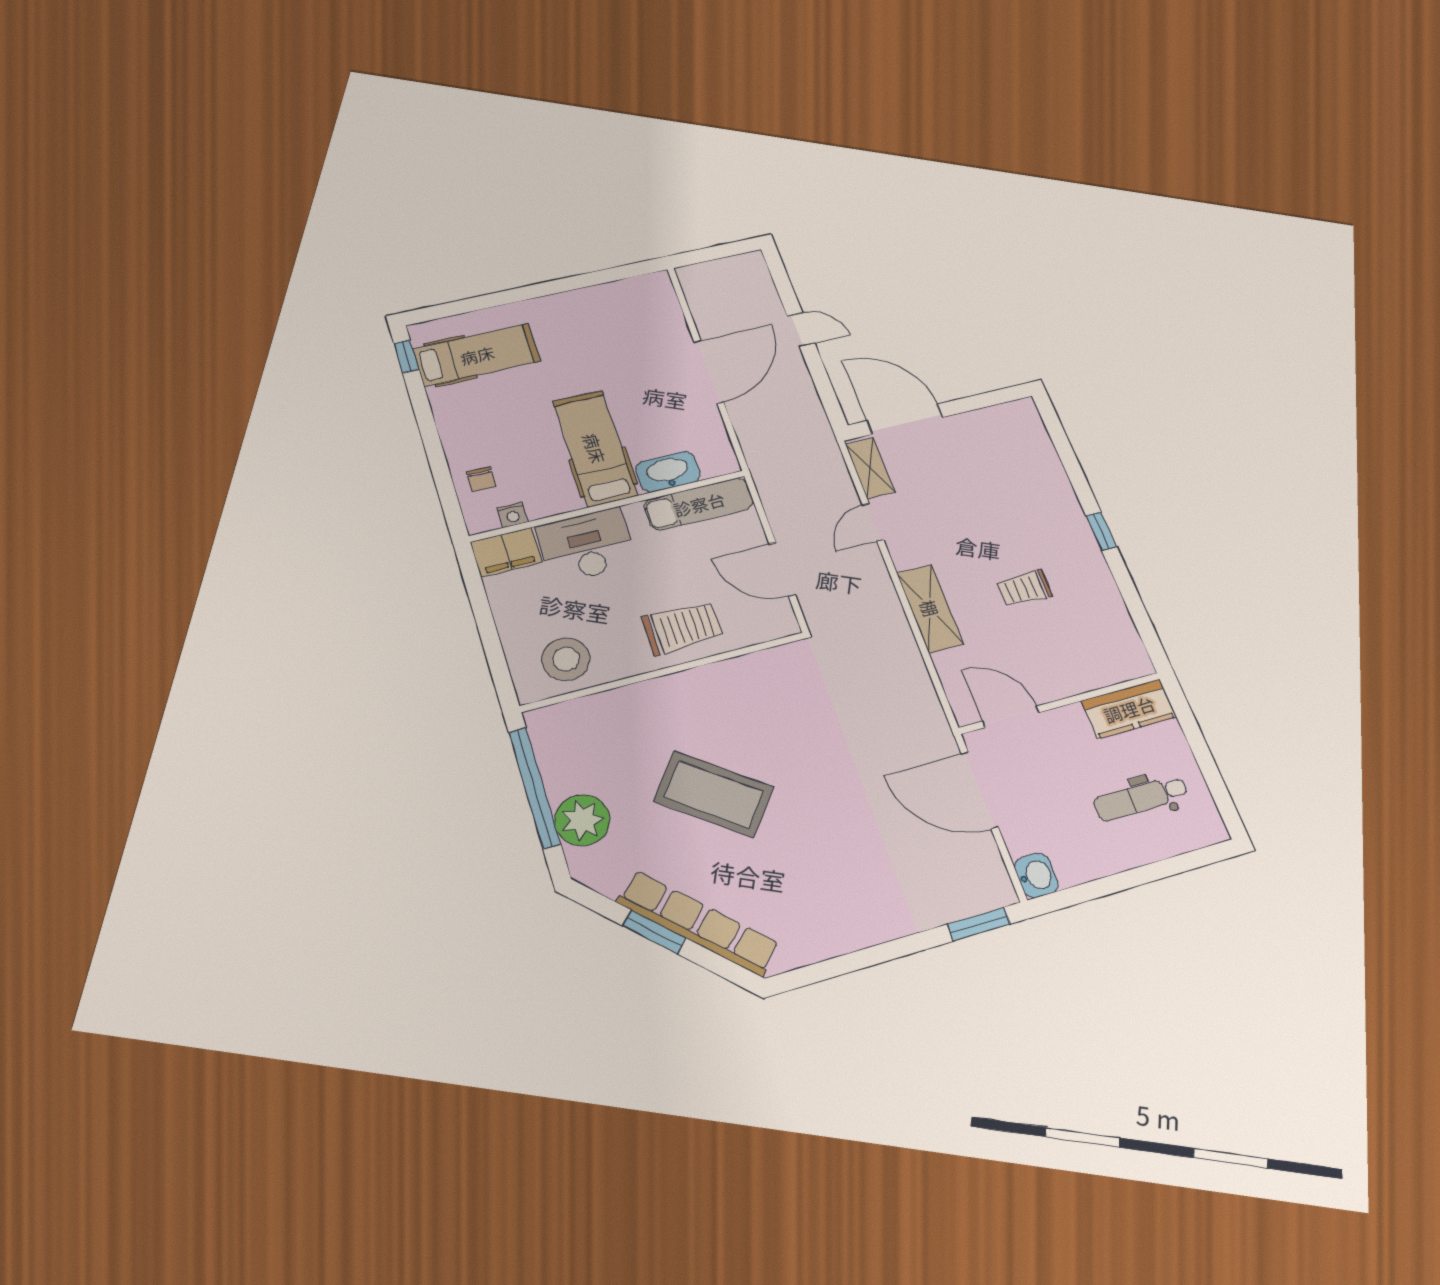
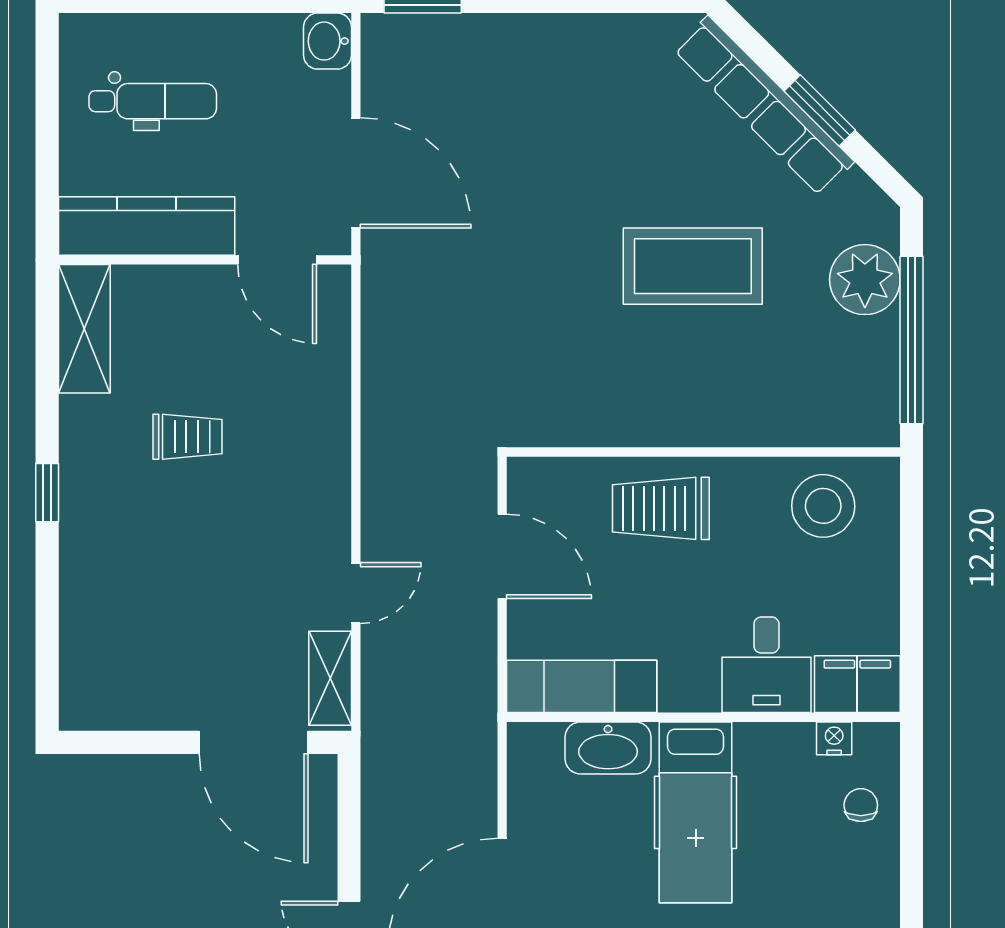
desk: (586, 546) -> (766, 665), width x0.73
shelving: (930, 608) -> (84, 329), moved
kitchen counter: (1129, 709) -> (147, 226), width x1.50
coffee table: (714, 794) -> (693, 266), turned -38

